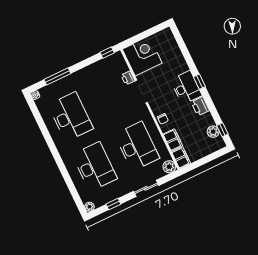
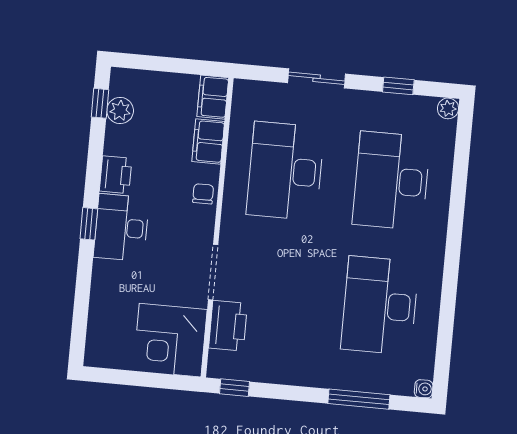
printer: (128, 78) -> (228, 326), width x1.87, depth x1.48
plant: (169, 167) -> (246, 93), removed

